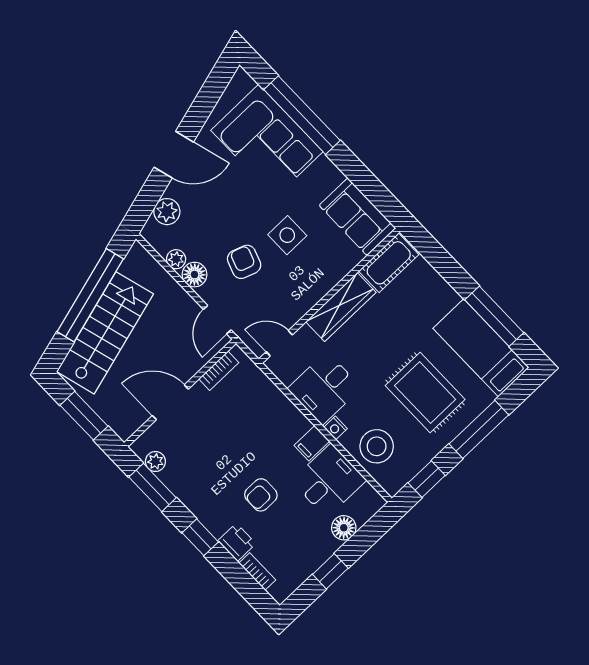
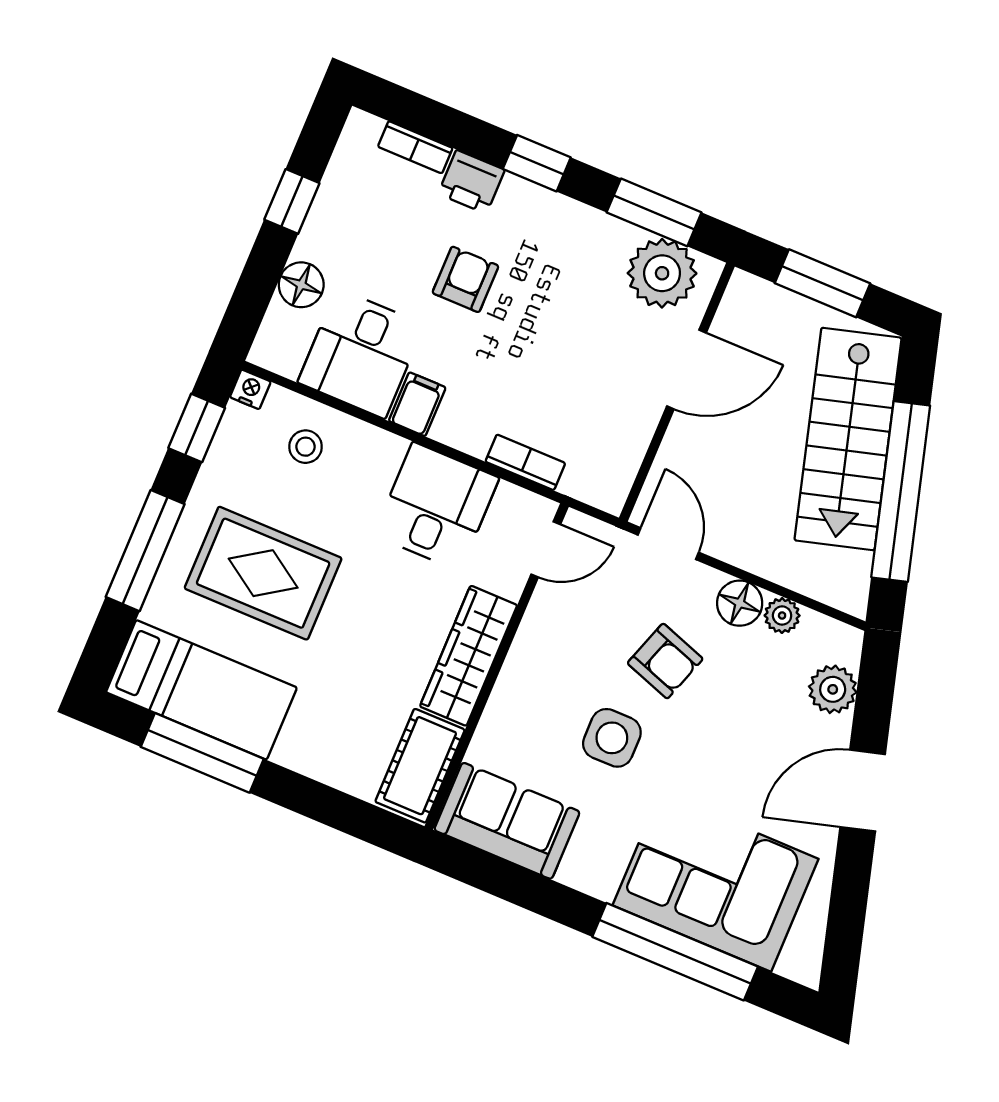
bookcase: (219, 371) -> (525, 462), moved, turned 90
nightstand: (336, 428) -> (250, 389), moved
stool: (377, 446) -> (306, 447), width x0.53, depth x0.53
plant: (155, 461) -> (662, 273), width x1.88, depth x1.88

